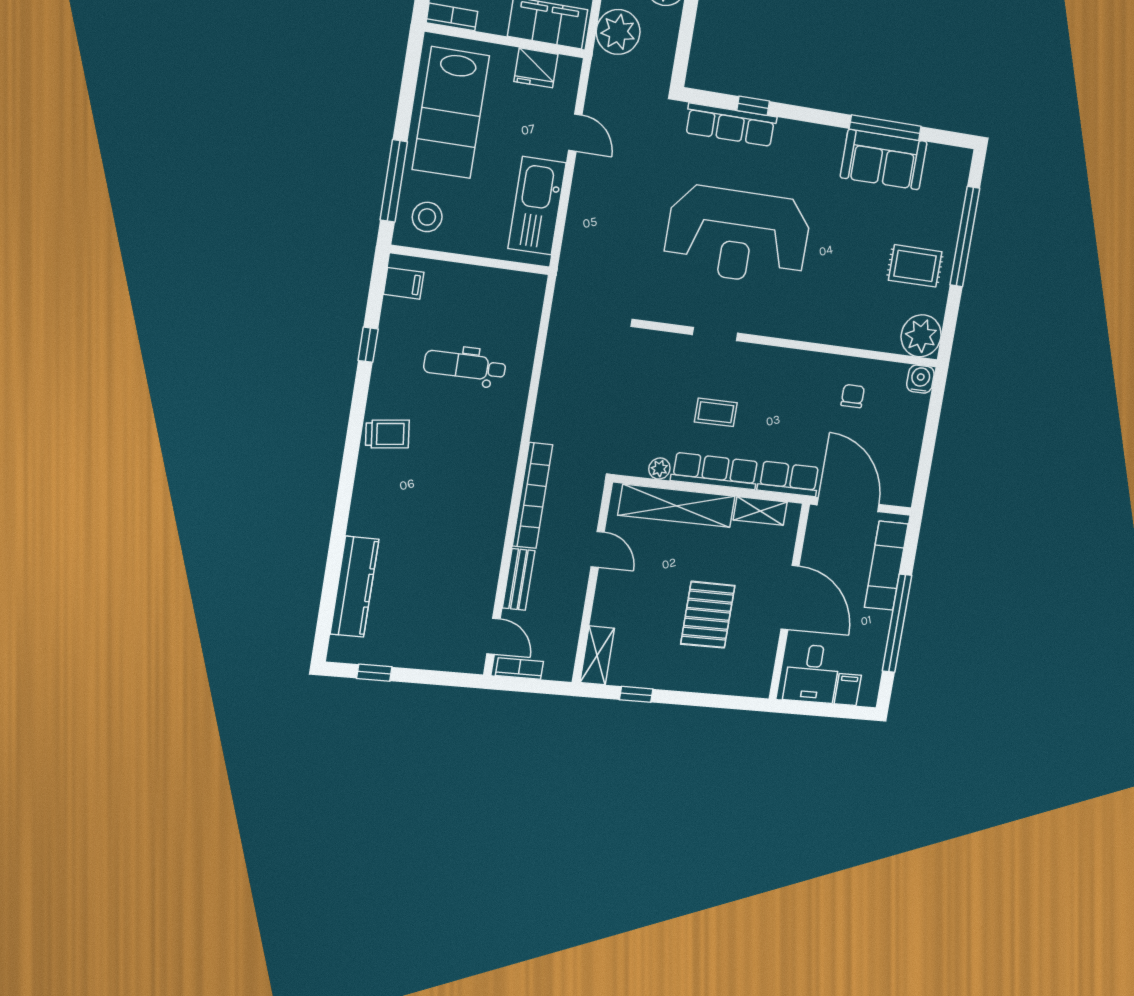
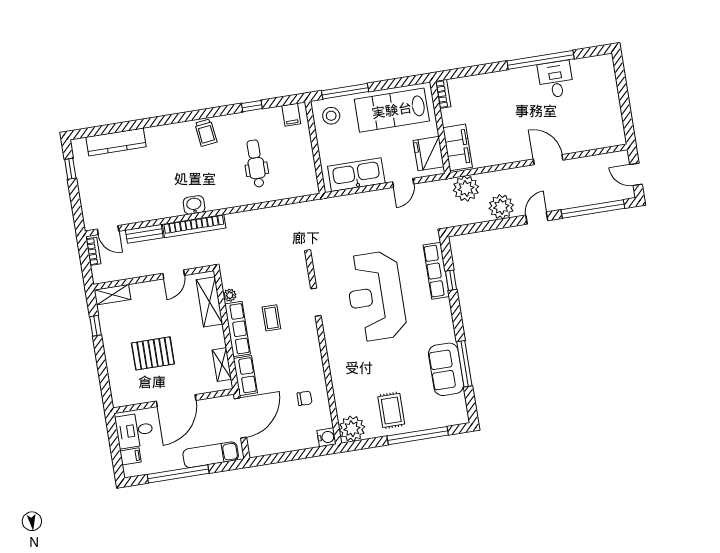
fridge: (536, 68) -> (429, 154), width x1.36, depth x1.34
washbasin: (499, 486) -> (194, 205), added
shelving: (677, 506) -> (209, 302), width x0.68
door: (494, 636) -> (108, 230), hinge flipped

